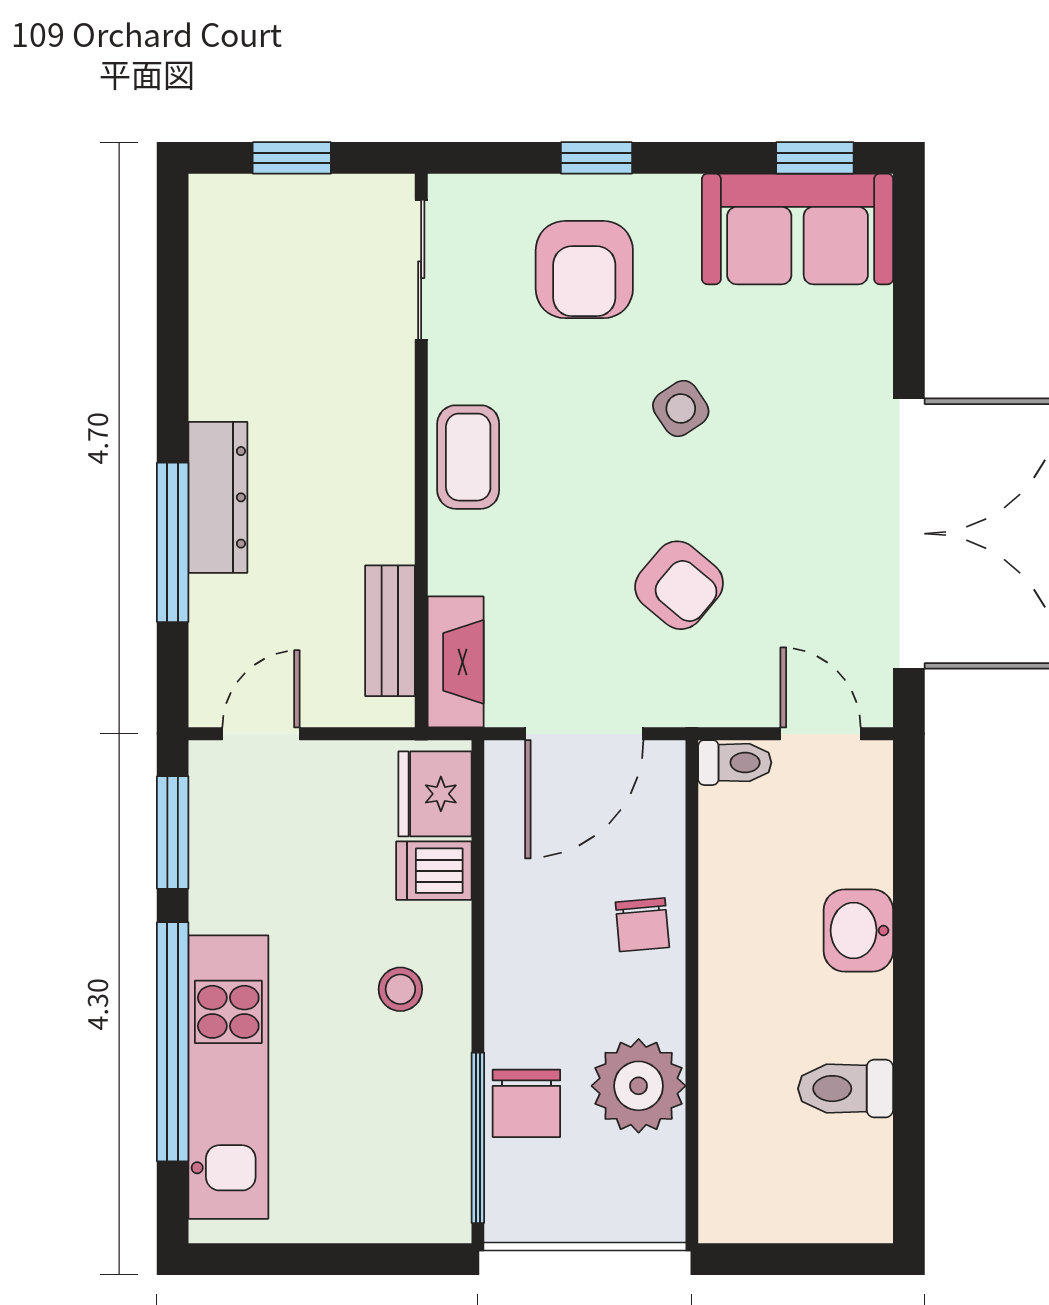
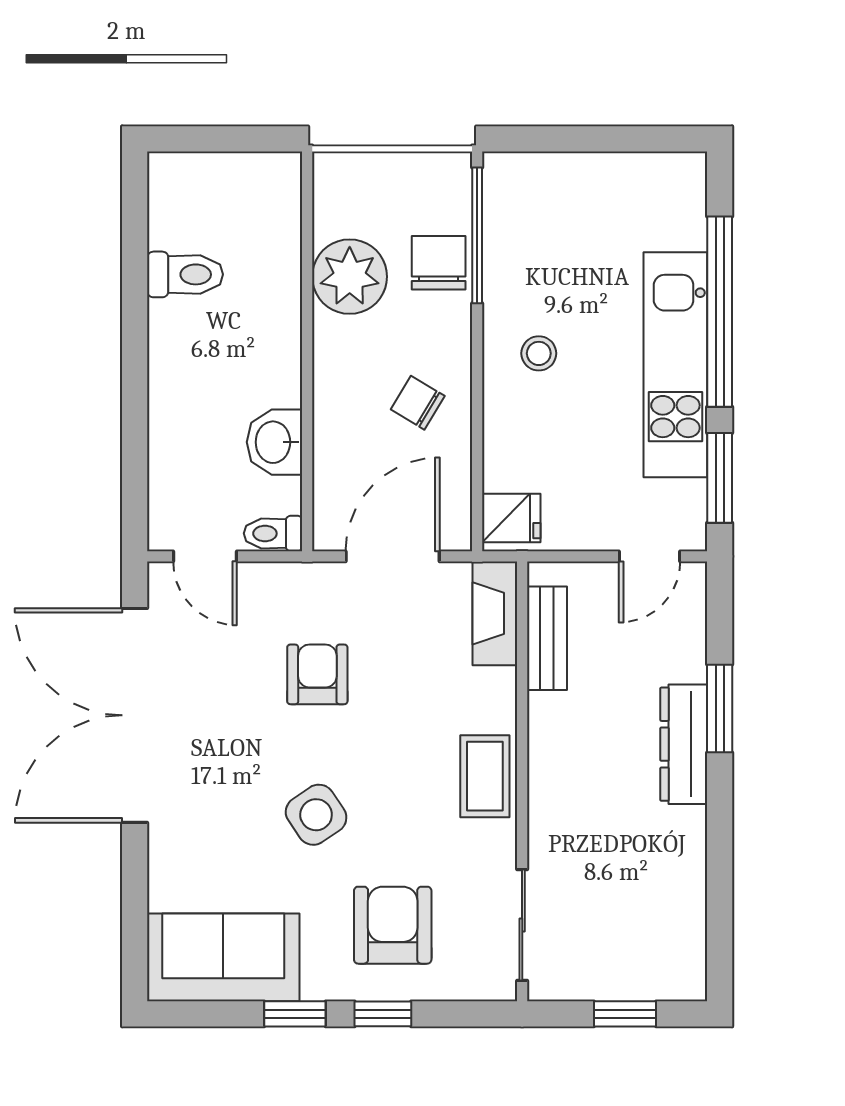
window: (815, 158) -> (295, 1014), moved
side table: (681, 409) -> (316, 815), width x1.37, depth x1.37
window: (173, 542) -> (720, 708), width x0.69
armchair: (679, 585) -> (317, 674), turned 50
fridge: (435, 794) -> (511, 518), width x0.72
dishwasher: (434, 871) -> (512, 448), removed
chair: (642, 925) -> (418, 403), moved, turned -54
washbasin: (858, 930) -> (275, 442), moved, turned 180
kitchen unit: (228, 1077) -> (675, 365), moved

